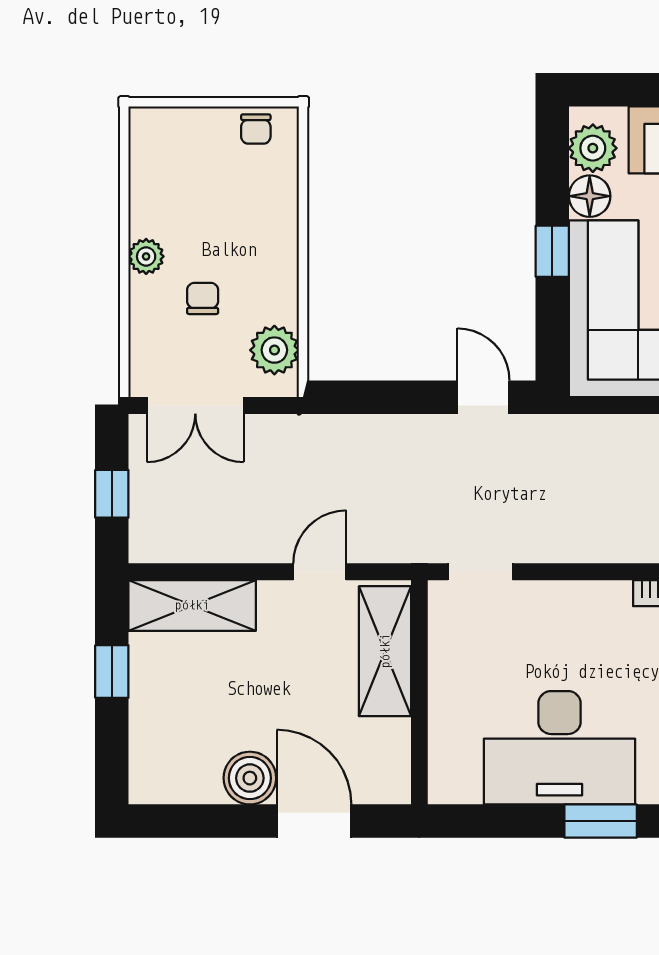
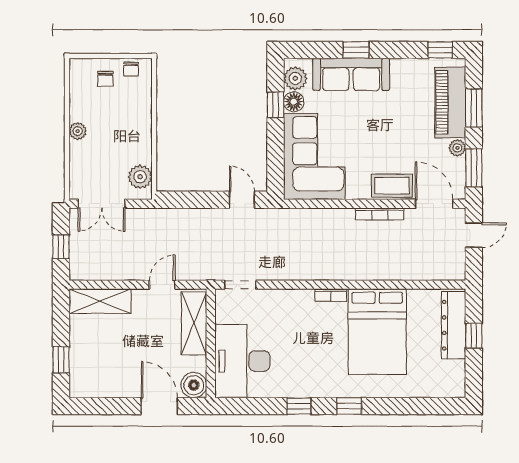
window: (552, 251) -> (275, 105), moved
chair: (203, 298) -> (105, 79), moved, turned 180
window: (112, 671) -> (61, 360), moved
desk: (560, 748) -> (242, 361), moved, turned 90
boiler: (250, 778) -> (194, 385), moved
window: (601, 821) -> (299, 406), width x0.67

